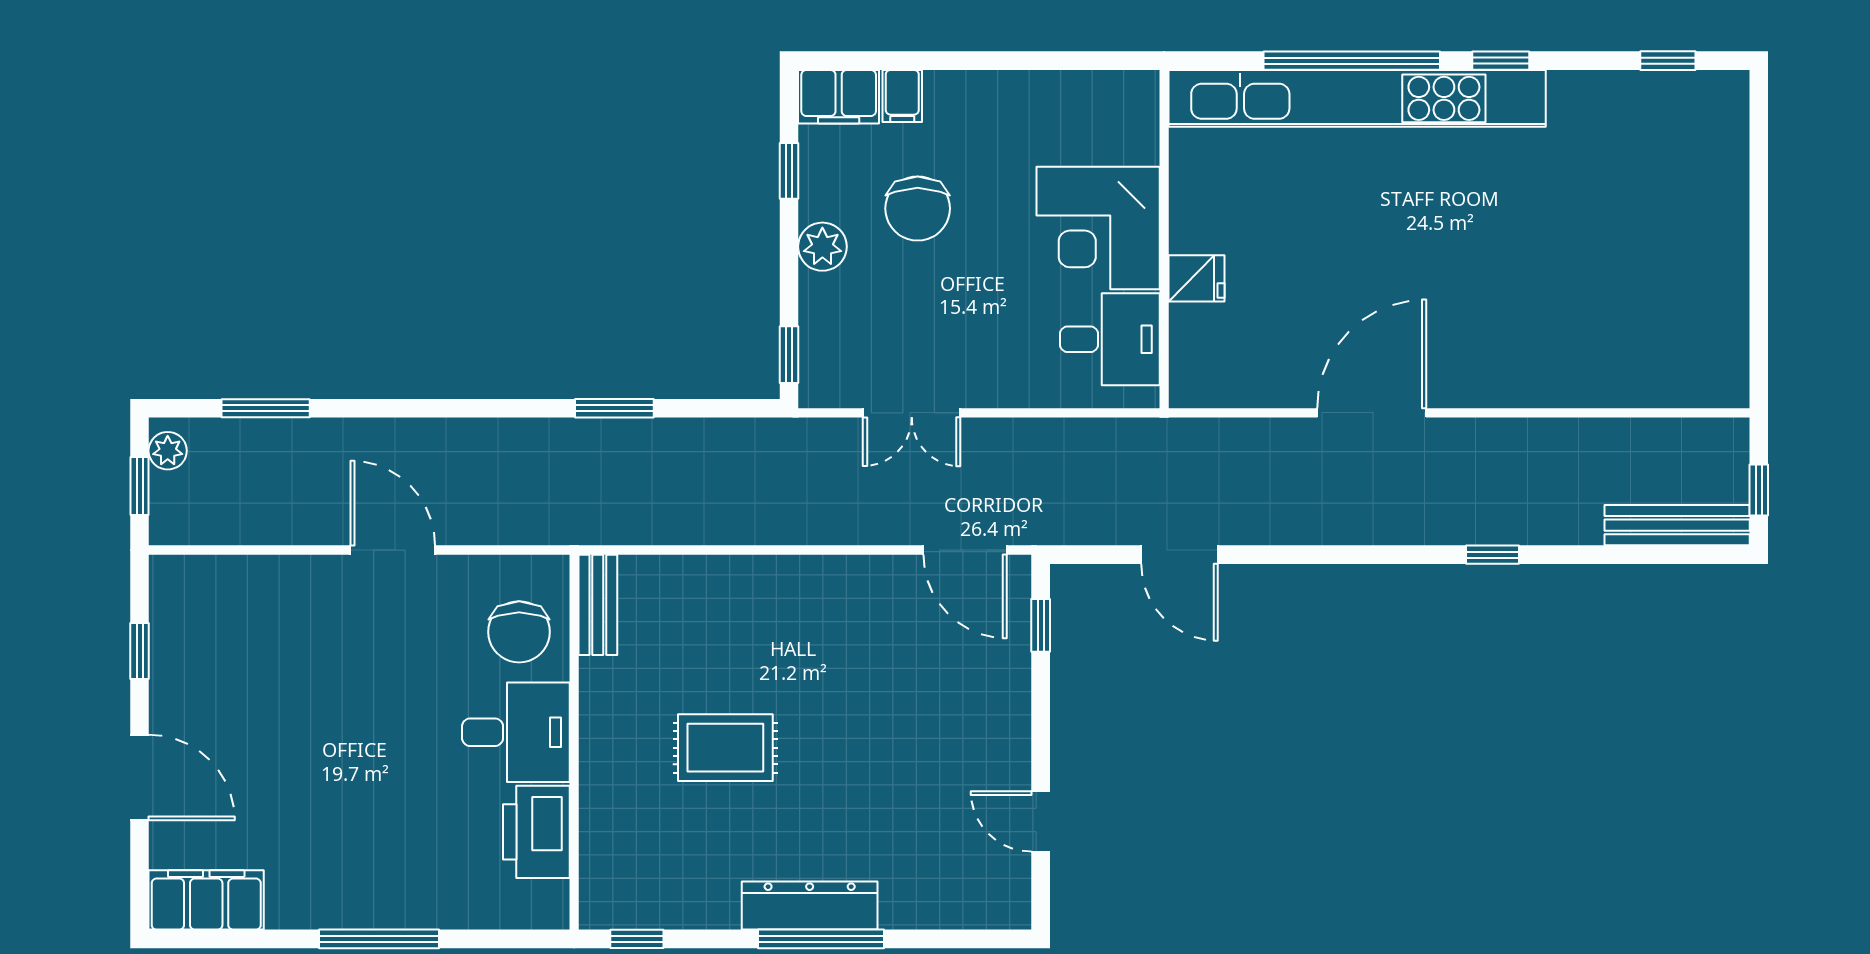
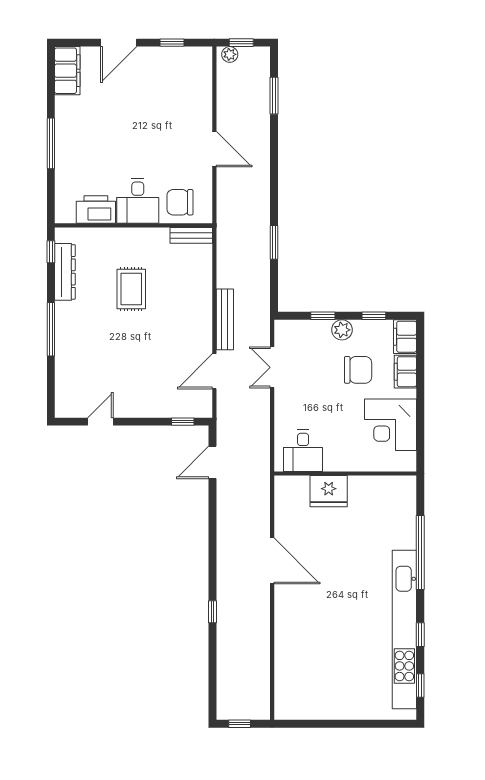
window: (1501, 61) -> (420, 635), moved
filing cabinet: (902, 96) -> (405, 372), width x2.00
kitchen unit: (1357, 98) -> (404, 630), moved
chair: (918, 208) -> (358, 370), turned 180
corner desk: (1098, 228) -> (391, 425), moved, turned -90
fridge: (1197, 278) -> (329, 491), width x1.88, depth x1.34
window: (789, 355) -> (323, 316), moved
plant: (168, 451) -> (230, 54), moved
bench: (1677, 525) -> (225, 319), moved
door: (393, 550) -> (214, 149), hinge flipped
door: (965, 550) -> (214, 371), moved
door: (1179, 555) -> (212, 462), moved
dresser: (810, 906) -> (65, 272), moved

